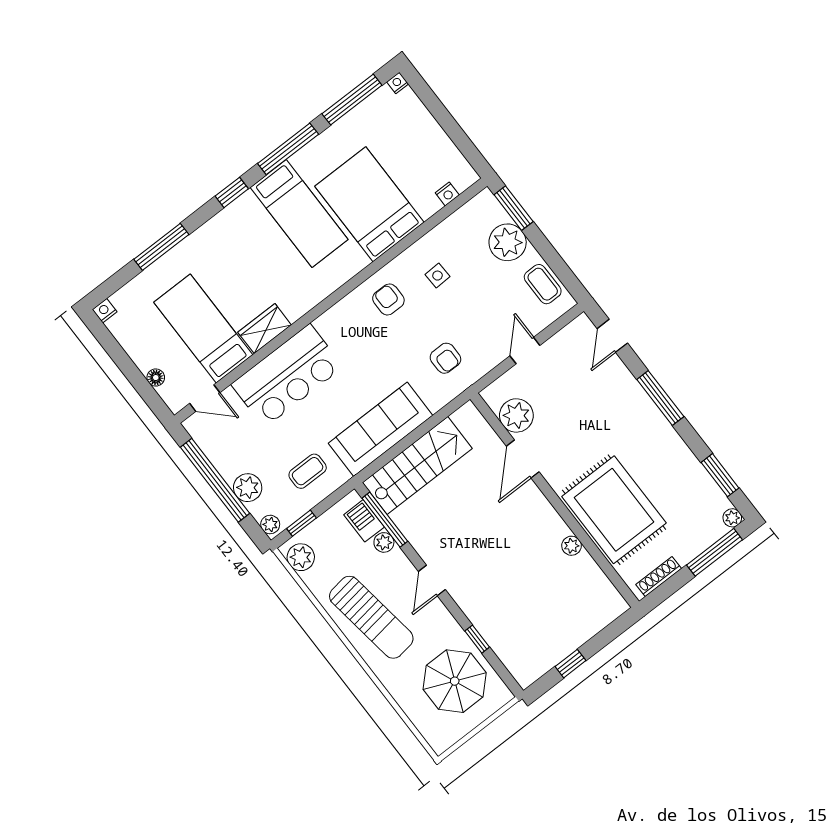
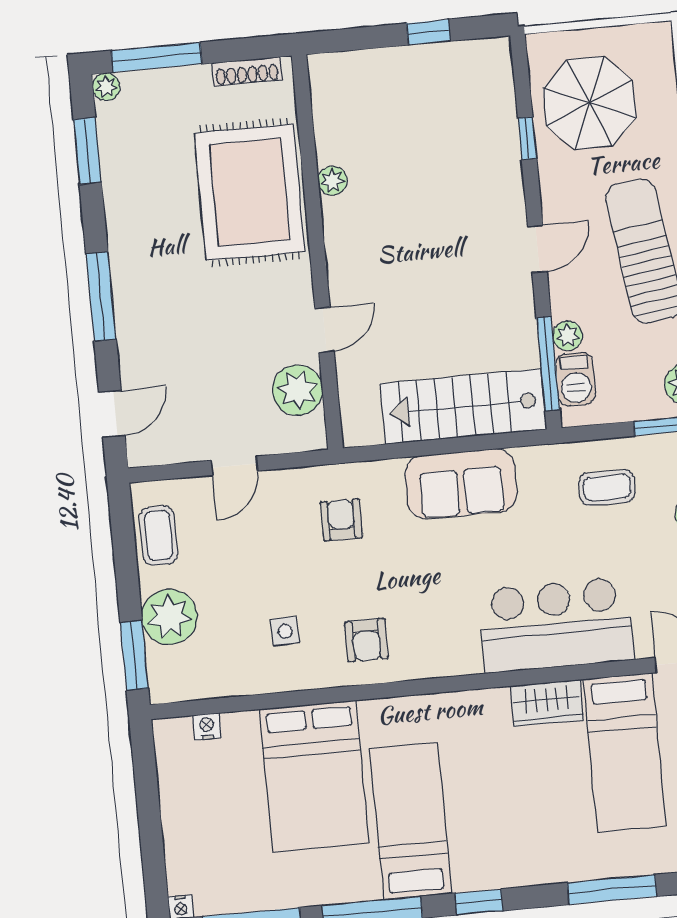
sofa: (380, 429) -> (461, 484), width x0.73
door: (523, 459) -> (325, 330), width x0.73

